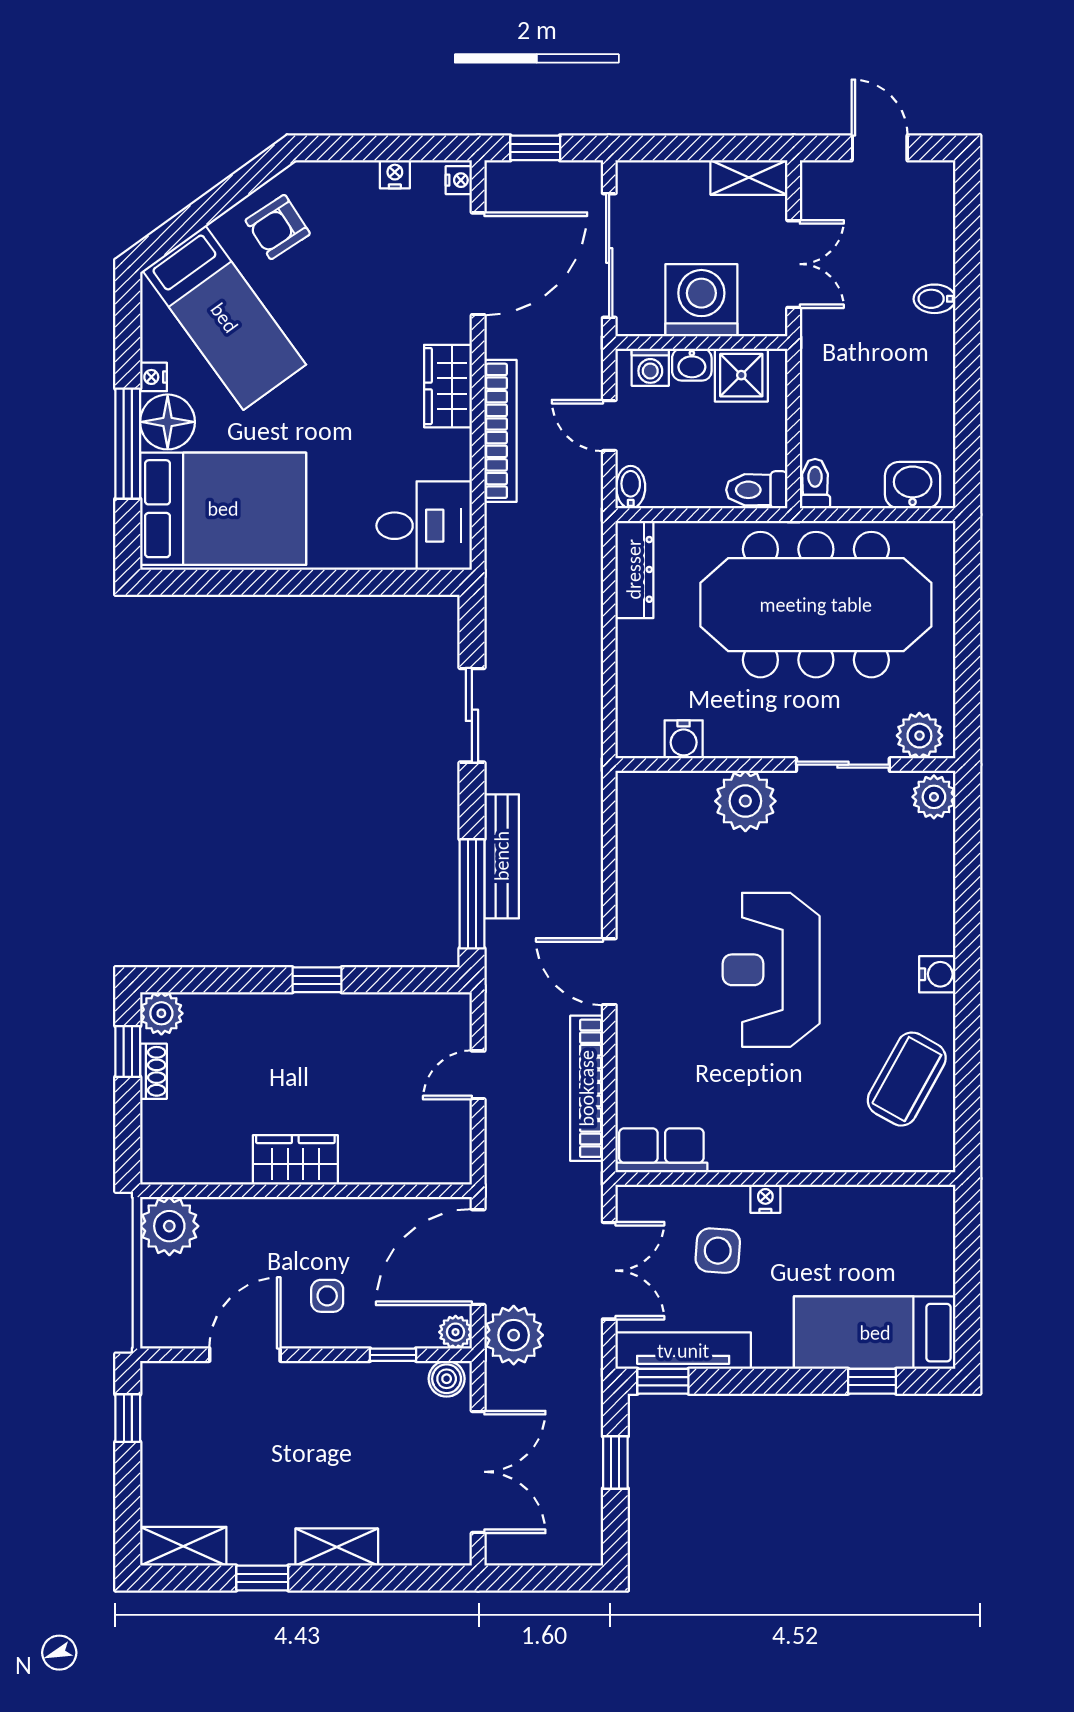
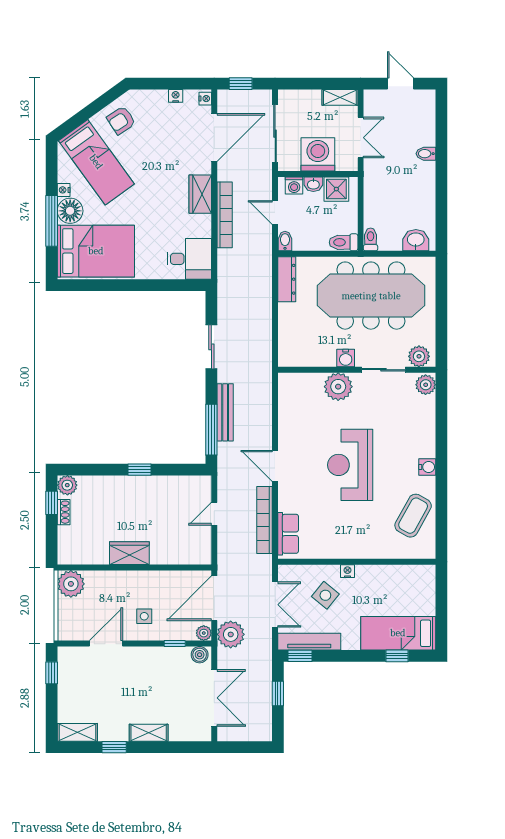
water cooler: (684, 739) -> (346, 358), moved
row of seats: (661, 1150) -> (288, 534), moved, turned 90
side table: (718, 1251) -> (325, 595), turned 35

